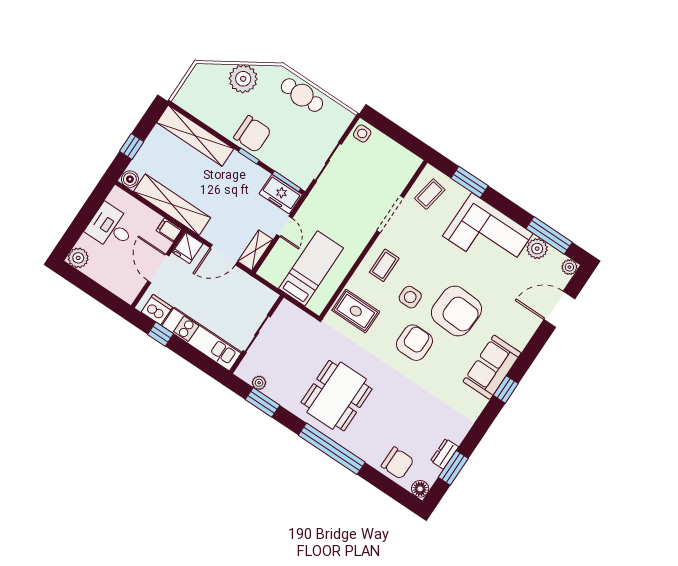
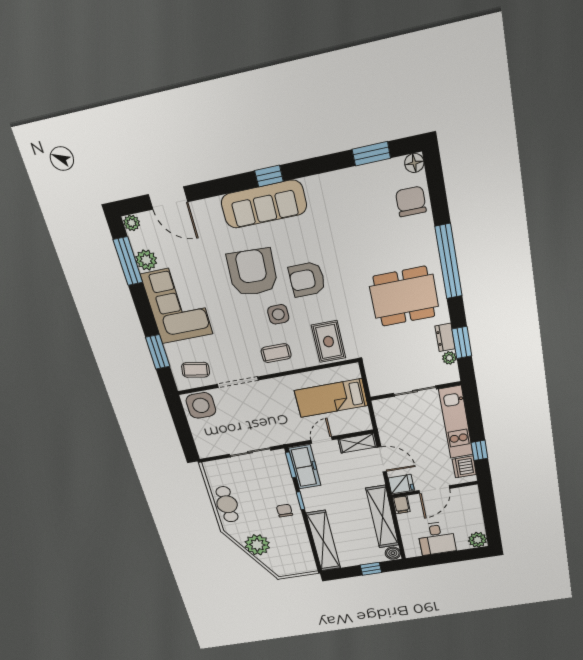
chair: (252, 134) -> (284, 511), width x0.54, depth x0.54
side table: (362, 134) -> (201, 405), moved, width x1.87, depth x1.87
freezer: (281, 194) -> (305, 467), width x1.40
sofa: (492, 367) -> (264, 204), width x1.36
dresser: (444, 454) -> (445, 337), moved, turned 90

